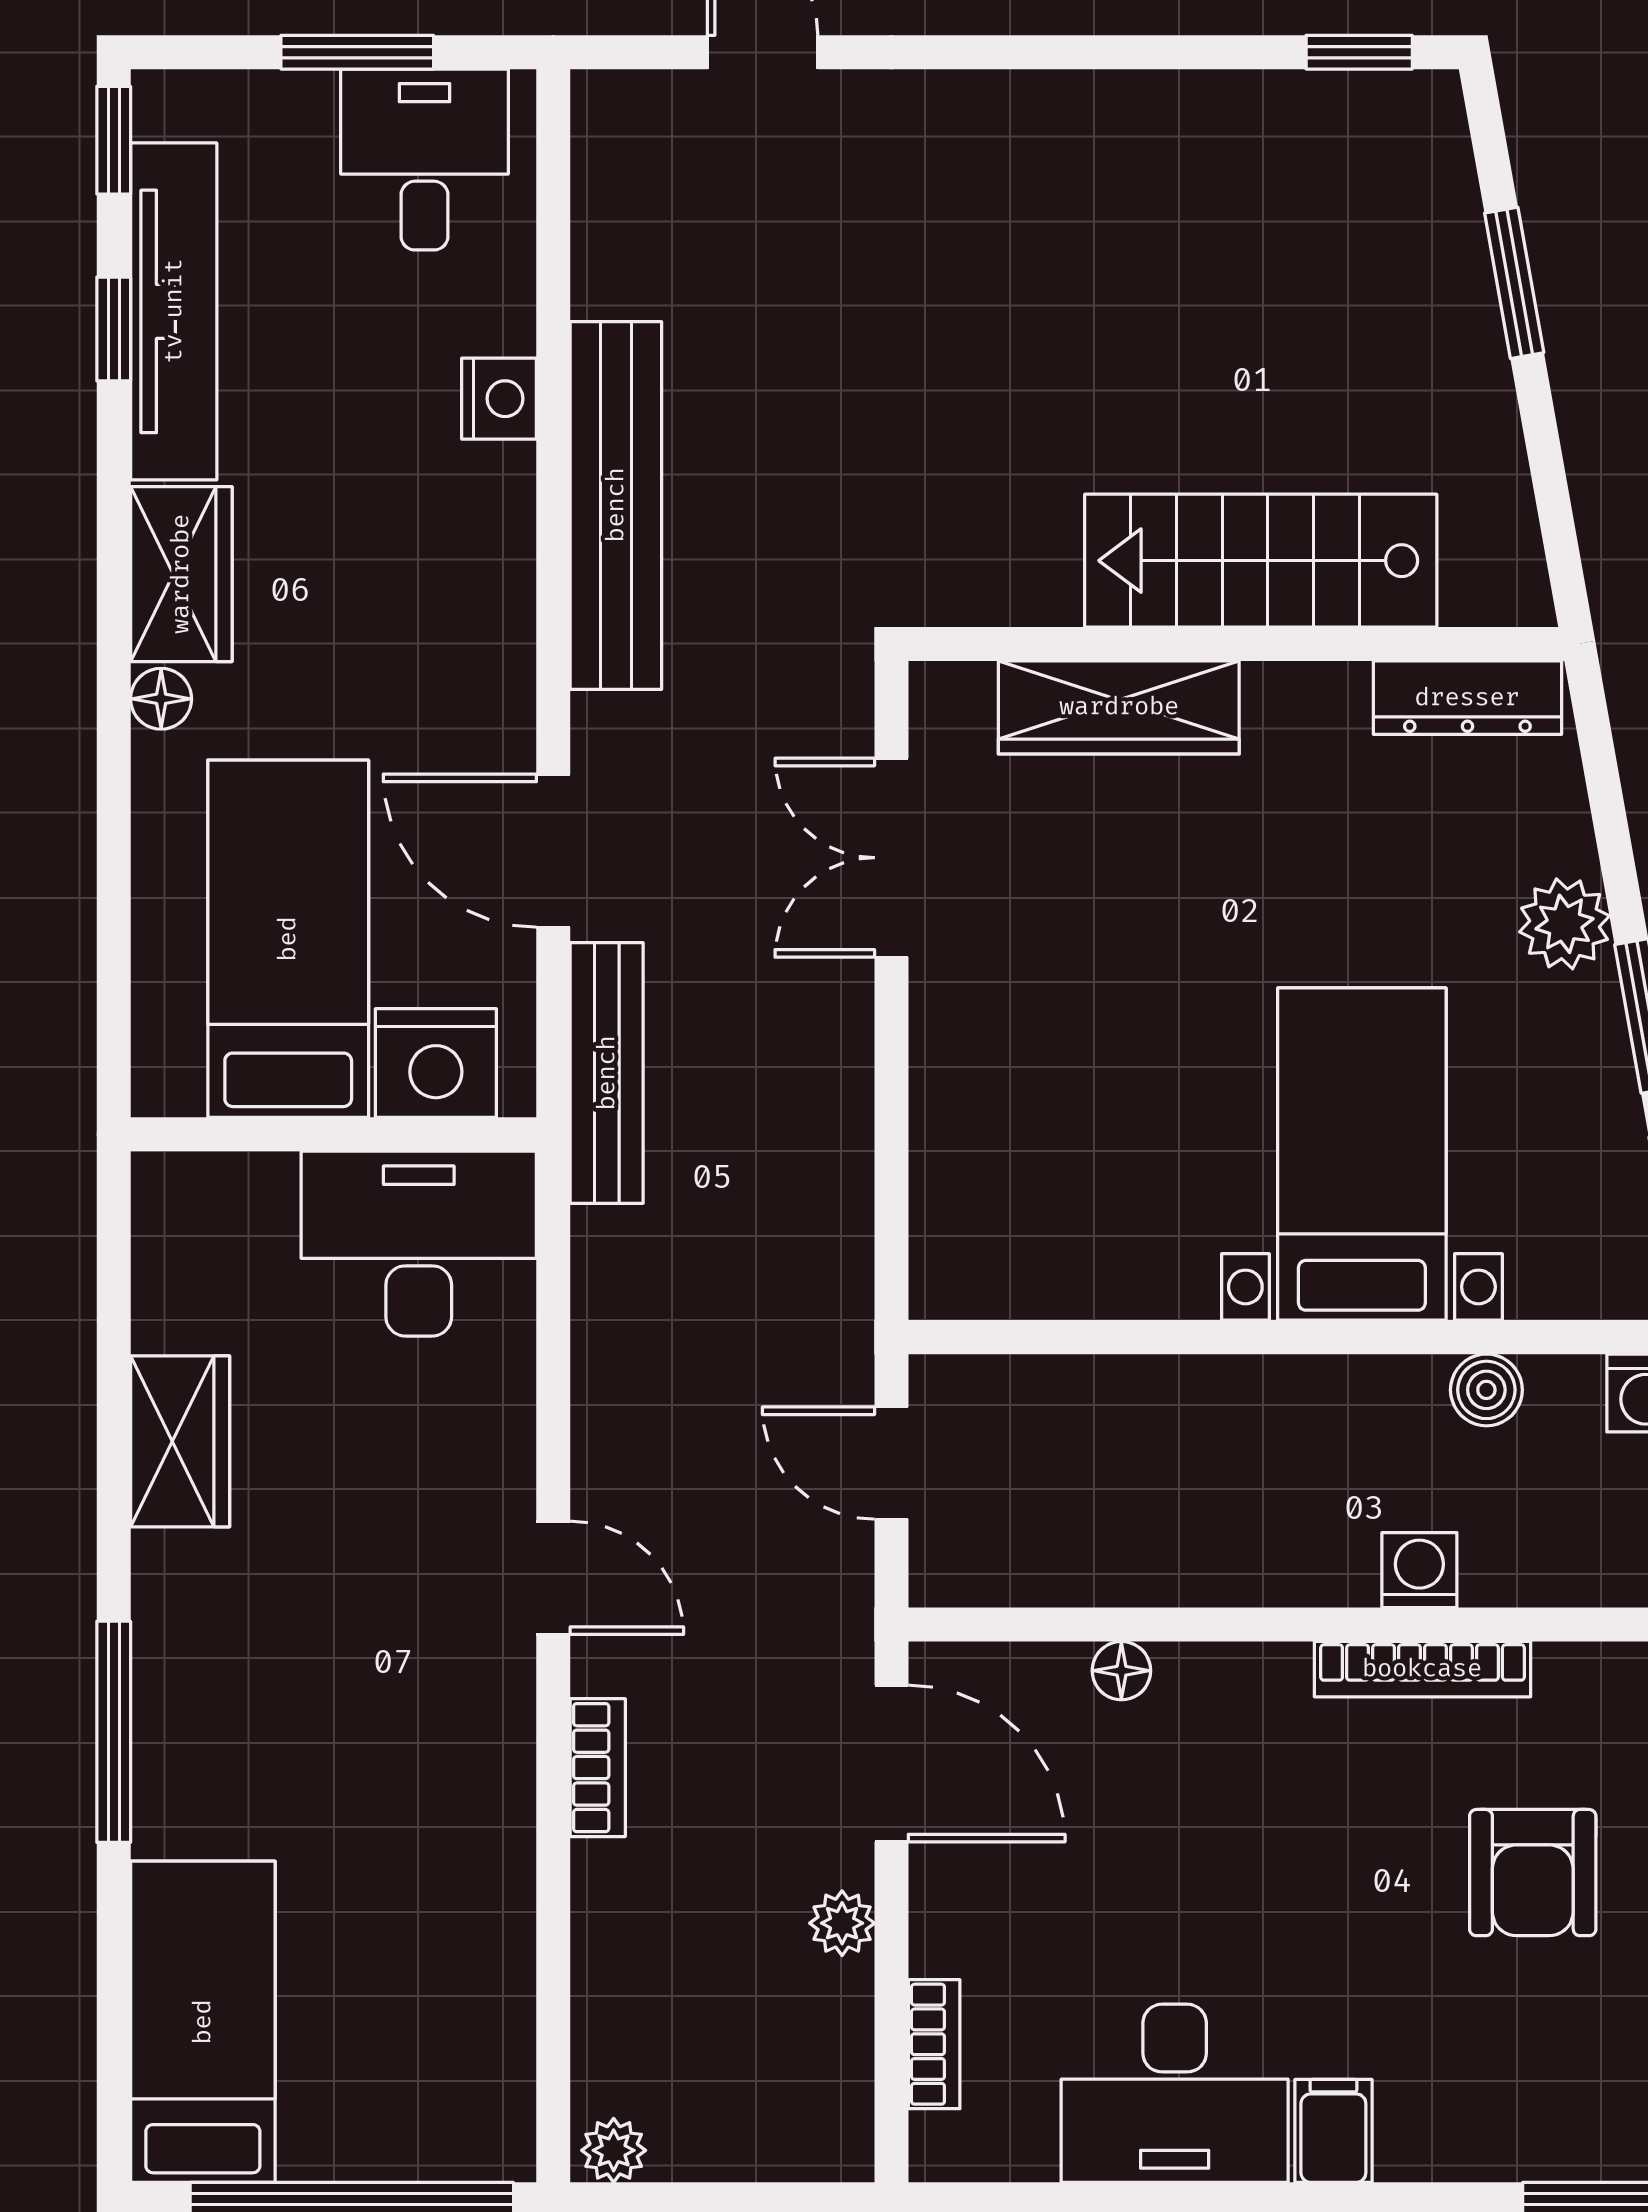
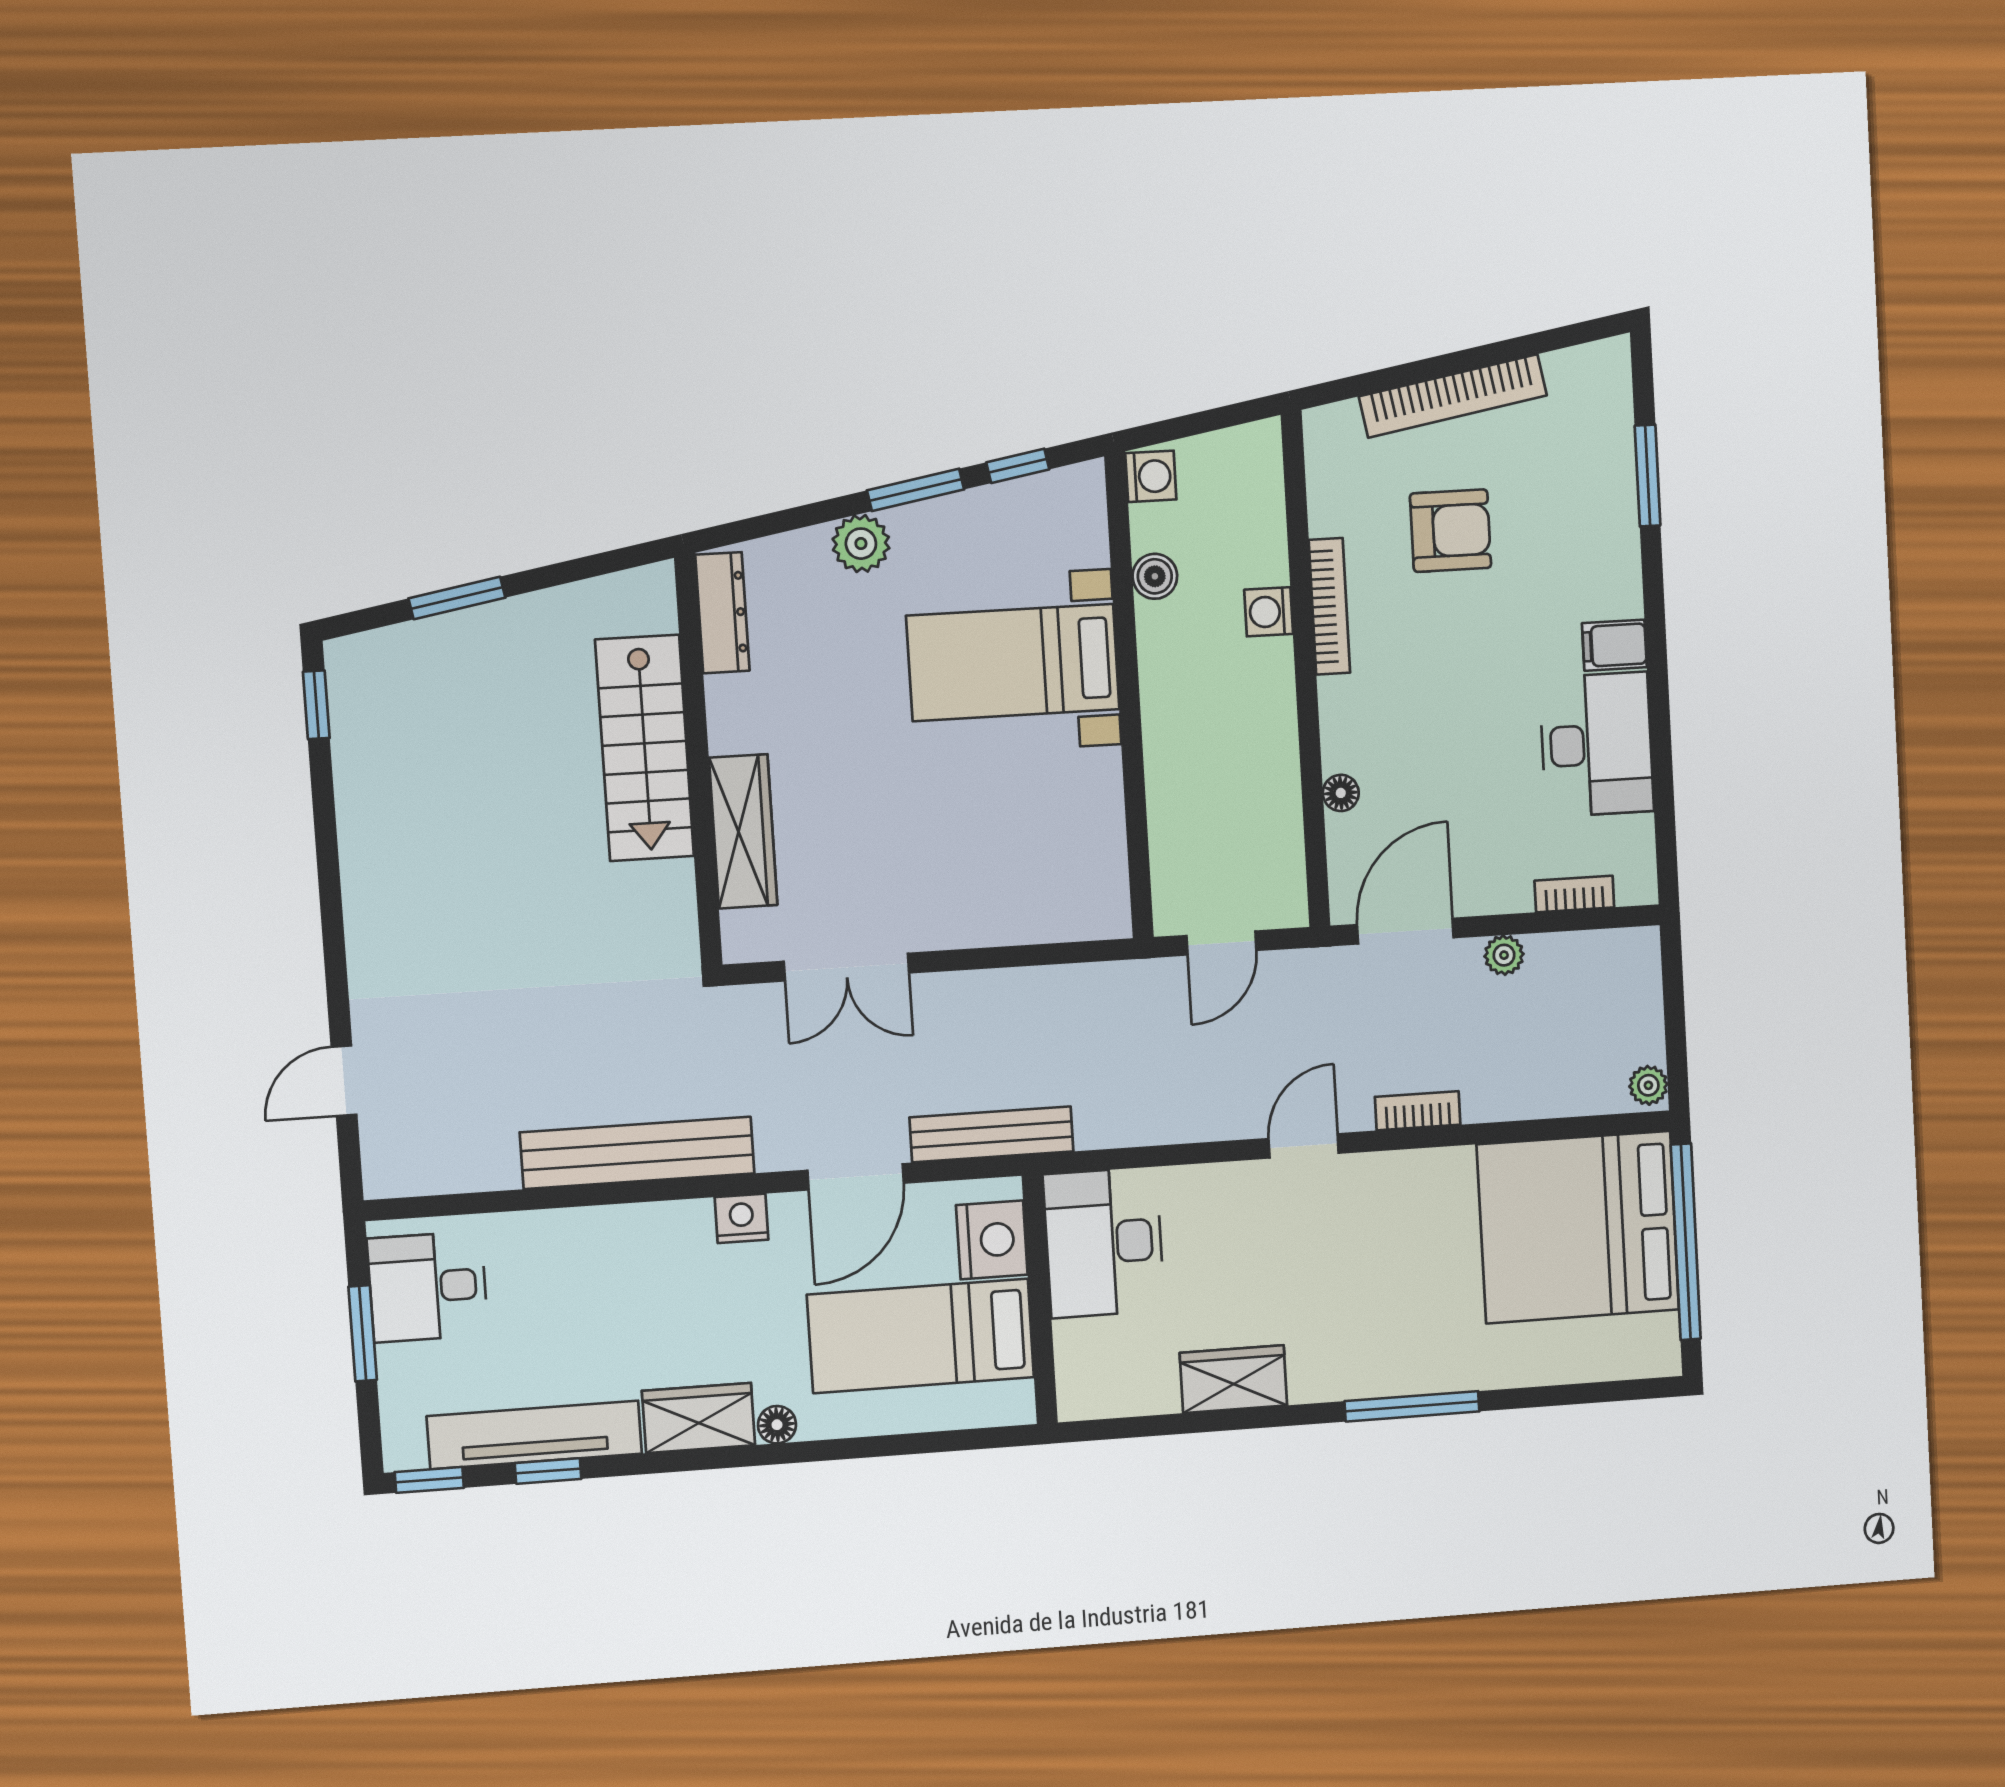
nightstand: (499, 399) -> (741, 1218), moved
bed: (203, 2022) -> (1578, 1227), moved, width x2.04

